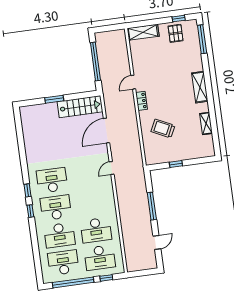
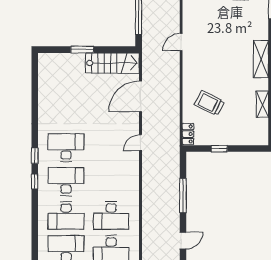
locker: (142, 101) -> (188, 134), moved

